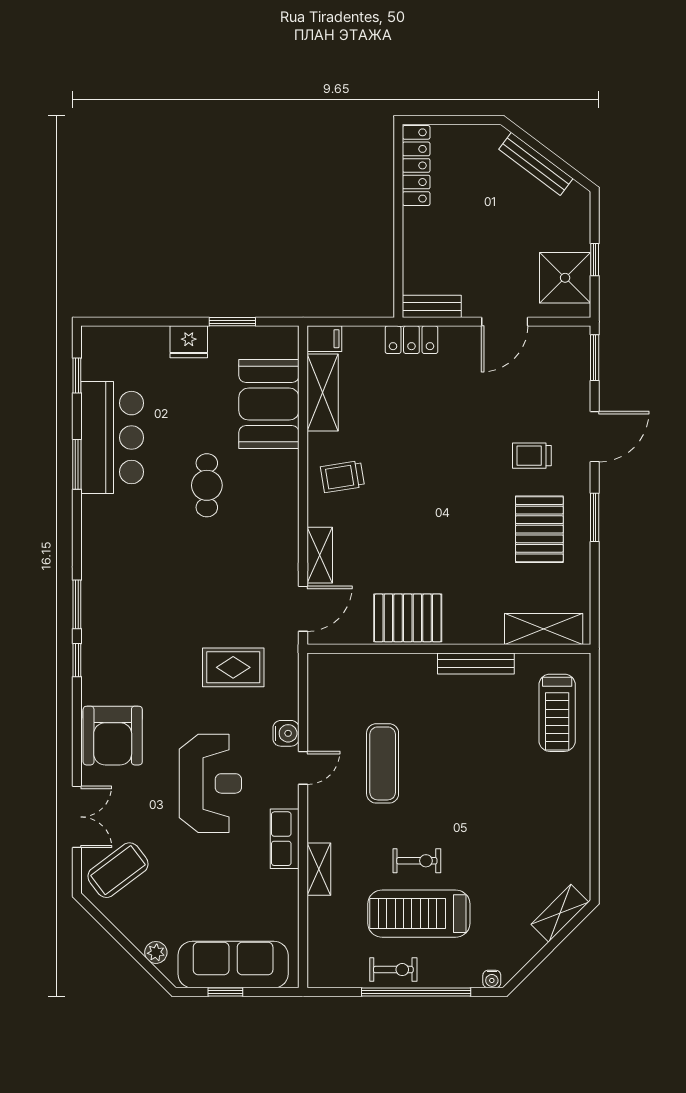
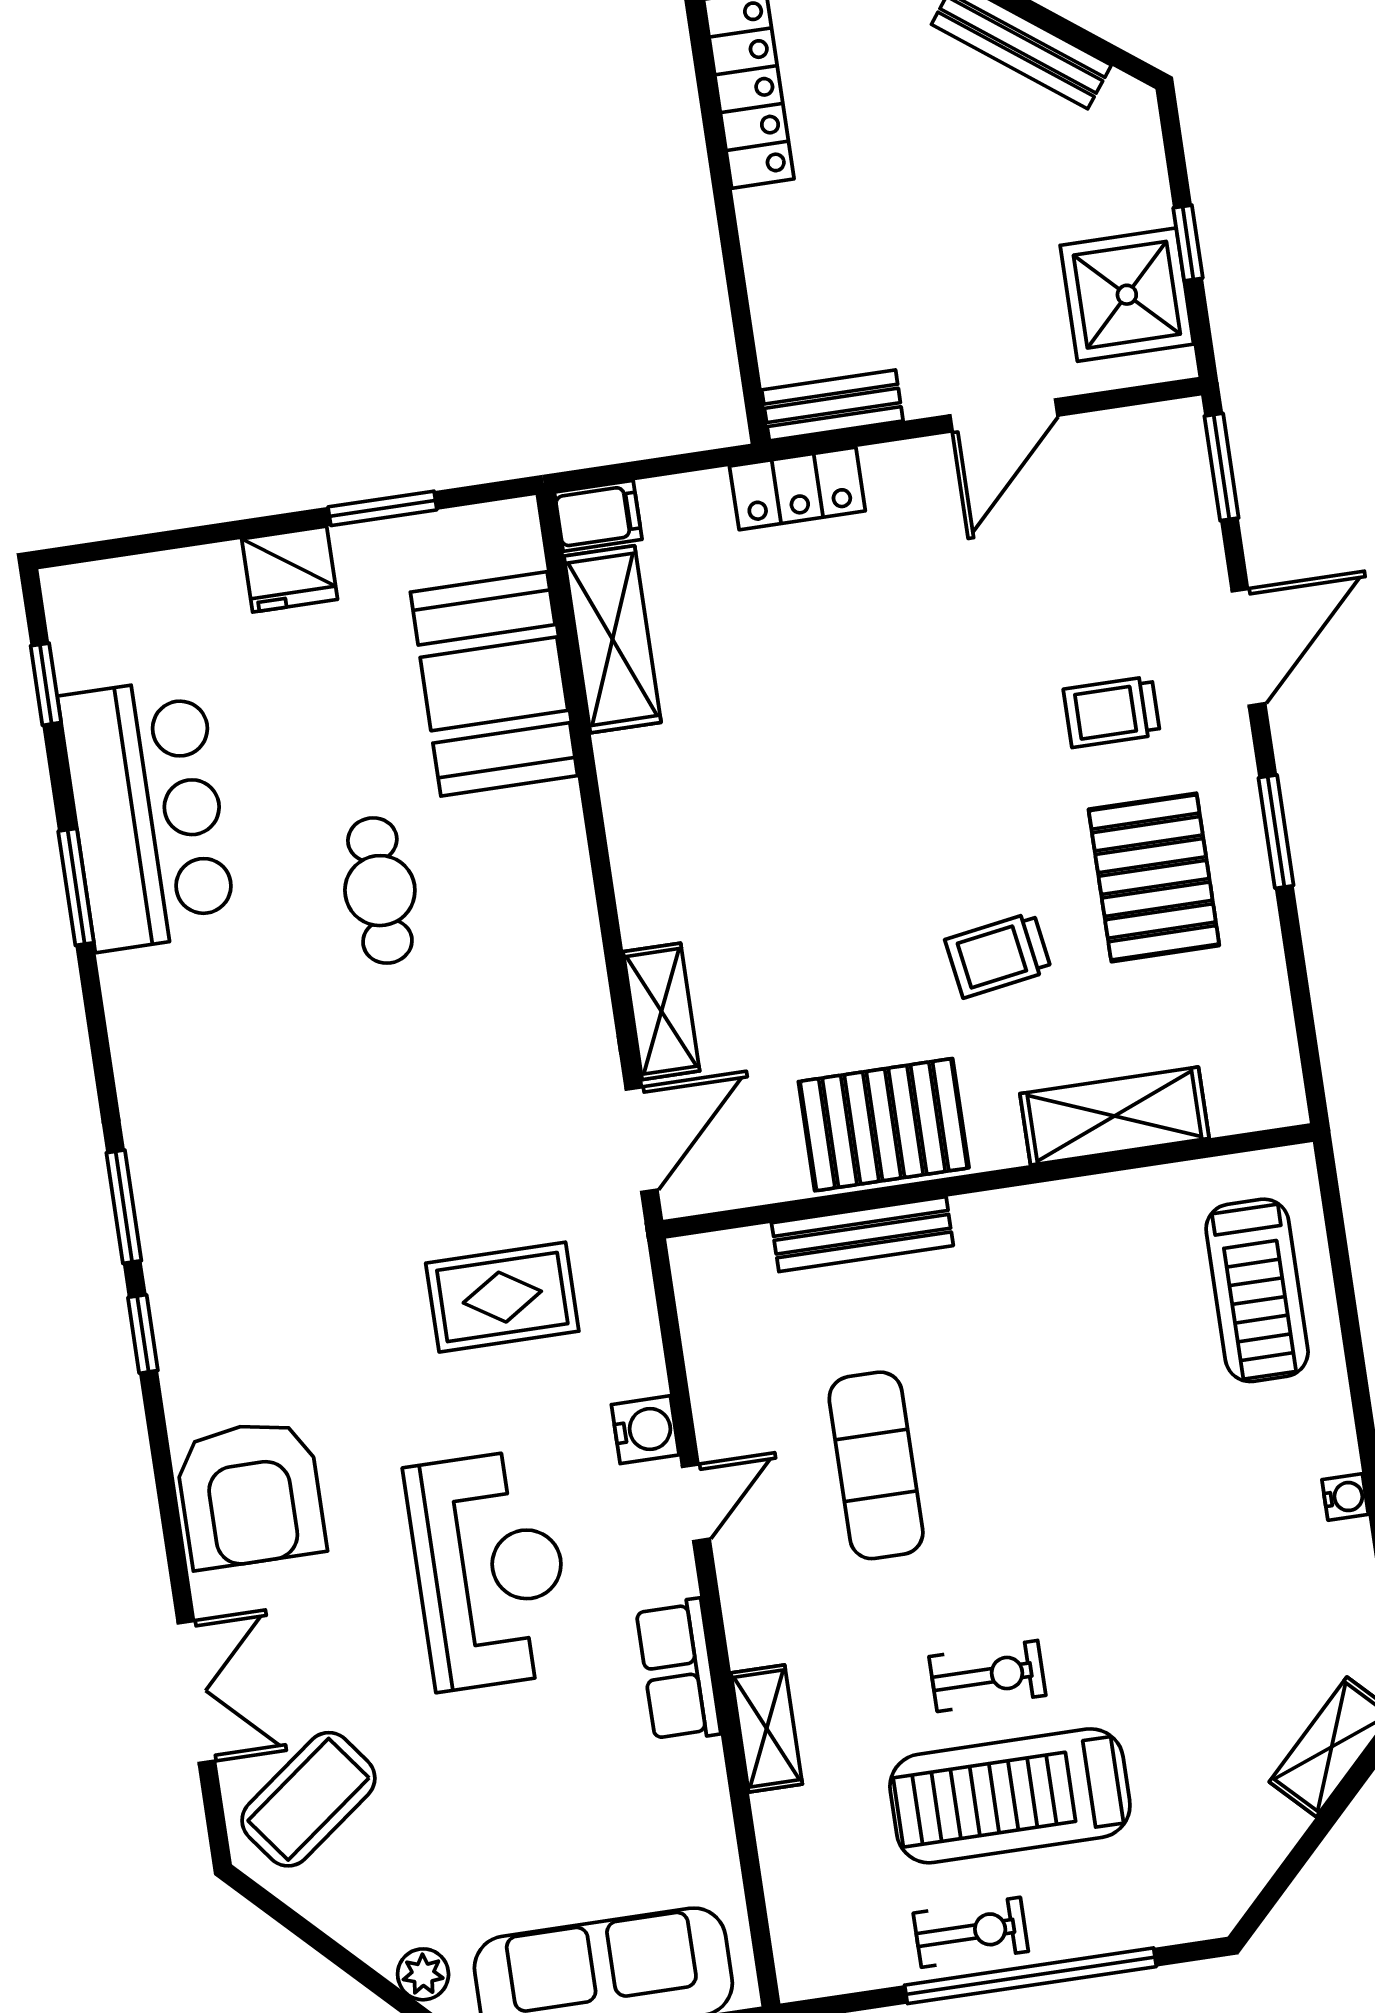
trolley: (342, 477) -> (998, 955), moved
shelving: (544, 629) -> (1114, 1116), moved
bench: (476, 663) -> (862, 1234), moved
water cooler: (492, 979) -> (1345, 1497), moved, turned -90

